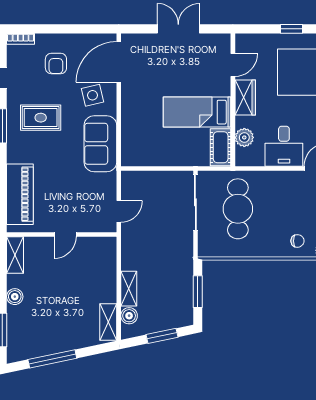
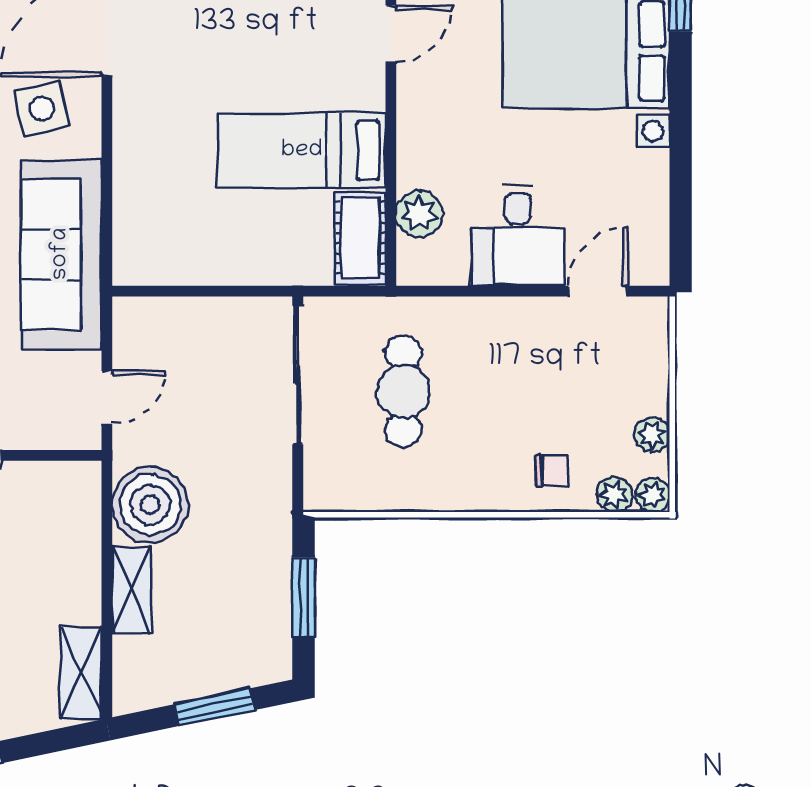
wardrobe: (245, 98) -> (422, 114), removed
sofa: (100, 144) -> (61, 254), width x1.36
cafe table: (238, 209) -> (403, 391), width x0.73, depth x0.74
boiler: (129, 316) -> (150, 505), moved, width x1.86, depth x1.86

